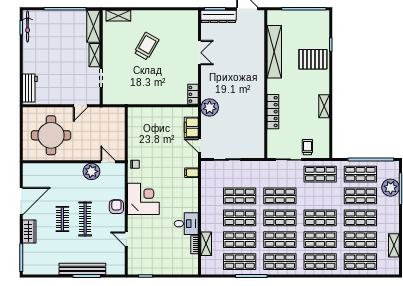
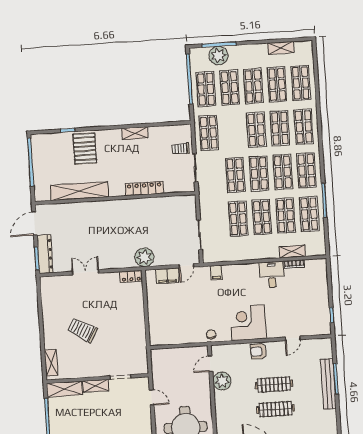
clothes rail: (62, 219) -> (276, 409), width x1.36

